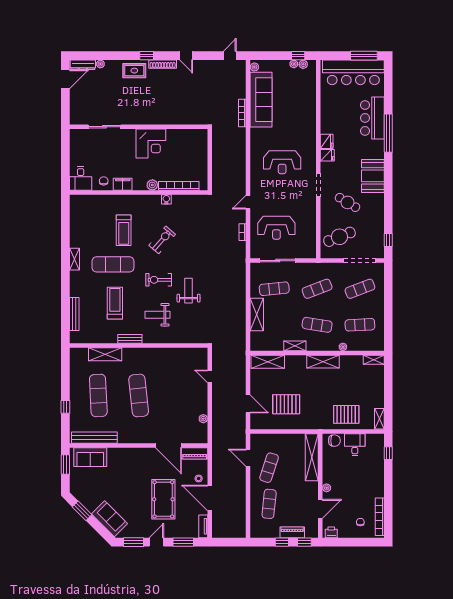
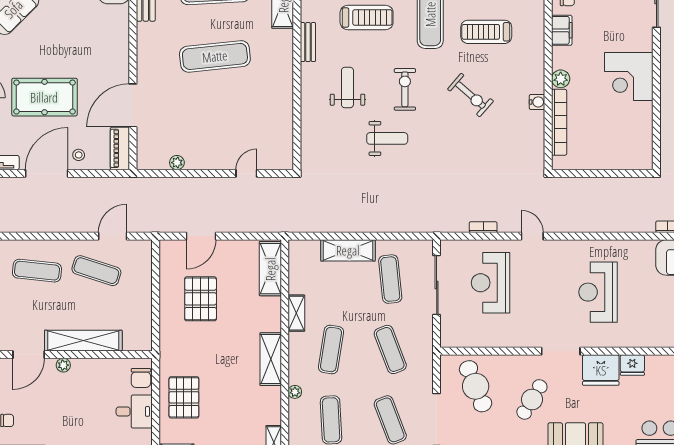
fridge: (327, 155) -> (601, 370), width x1.88, depth x1.34
shelving: (312, 457) -> (83, 341), moved
door: (320, 509) -> (29, 355), hinge flipped

